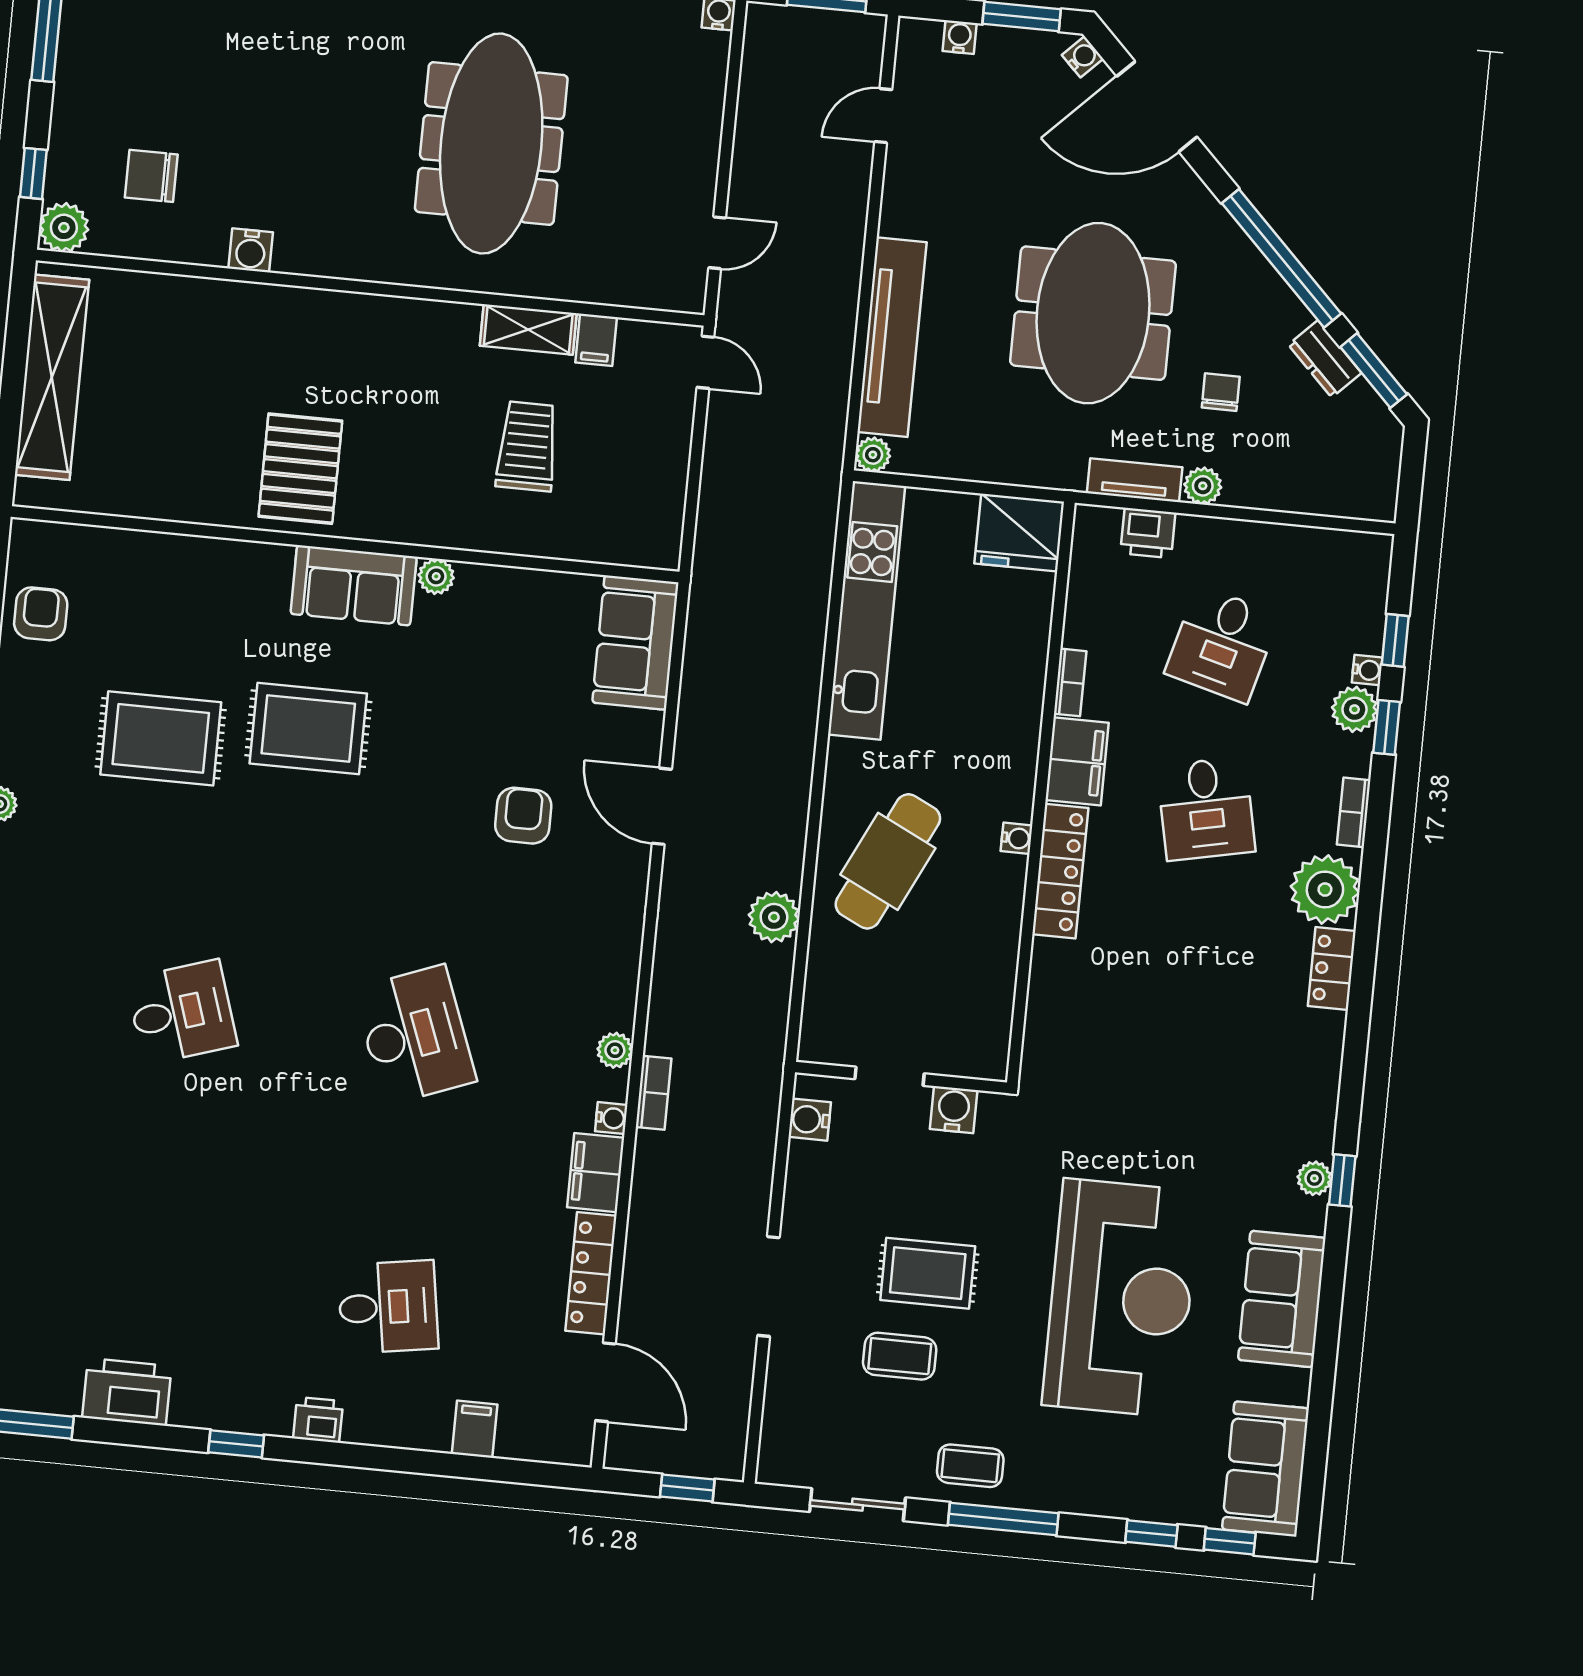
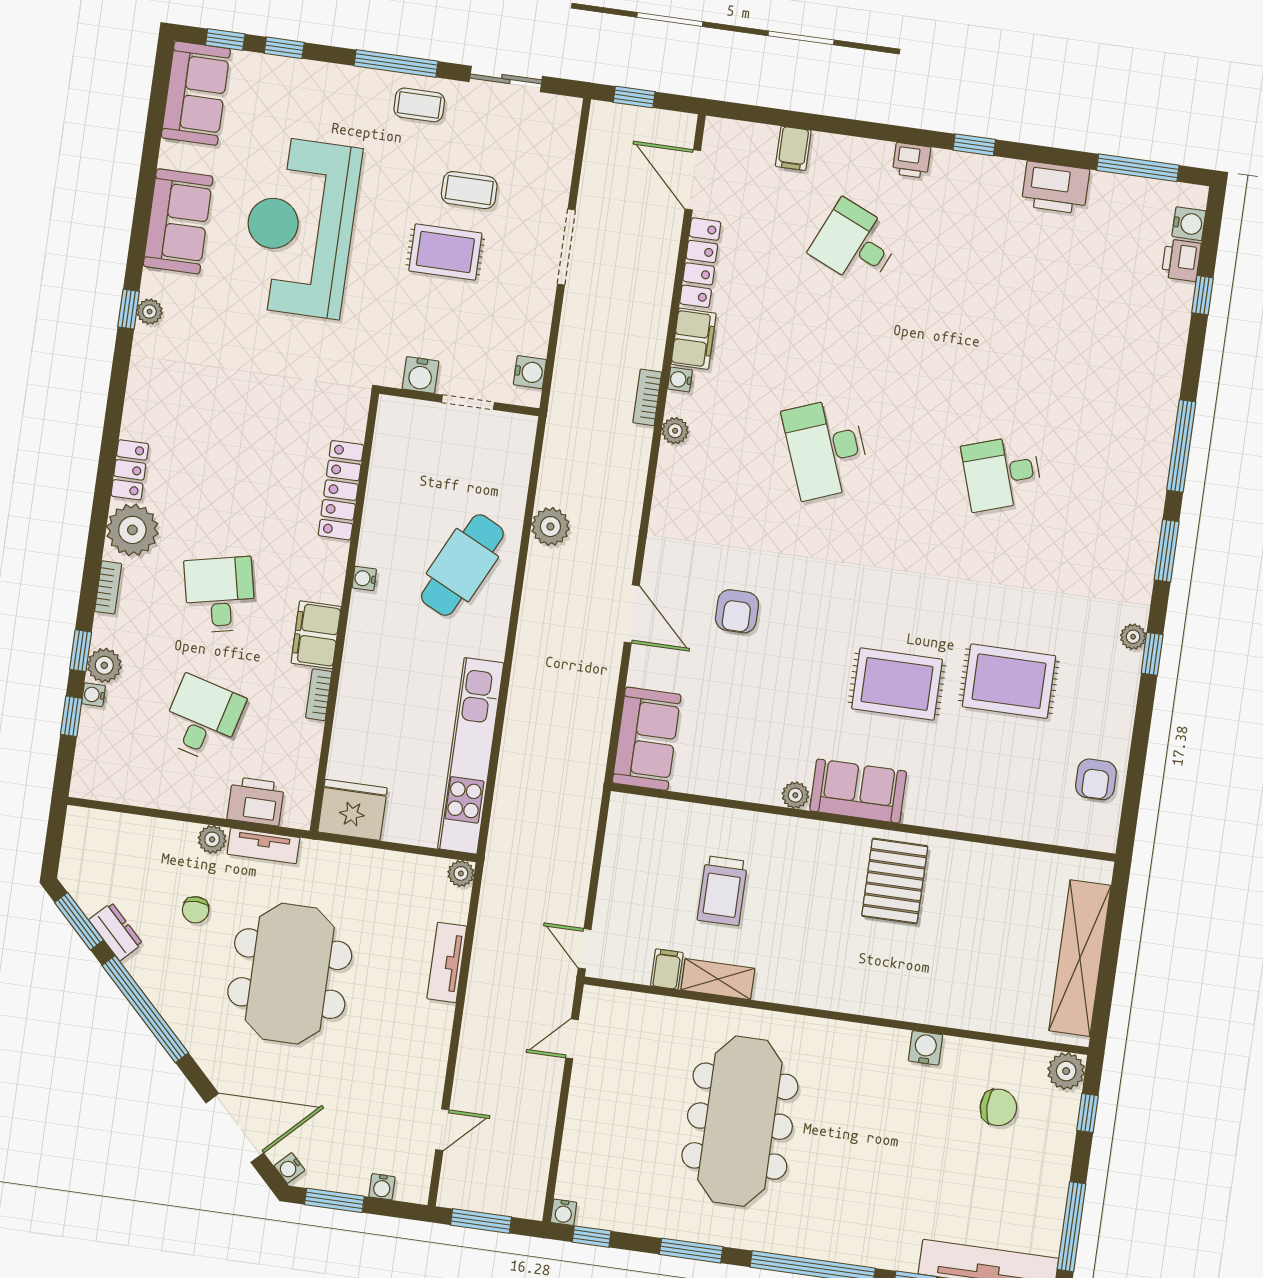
tv unit: (892, 337) -> (447, 962), width x0.52, depth x0.78
printer: (1148, 533) -> (256, 801), width x1.36, depth x1.24
locker: (1060, 871) -> (341, 490), moved
desk: (388, 1307) -> (855, 244), turned 33

